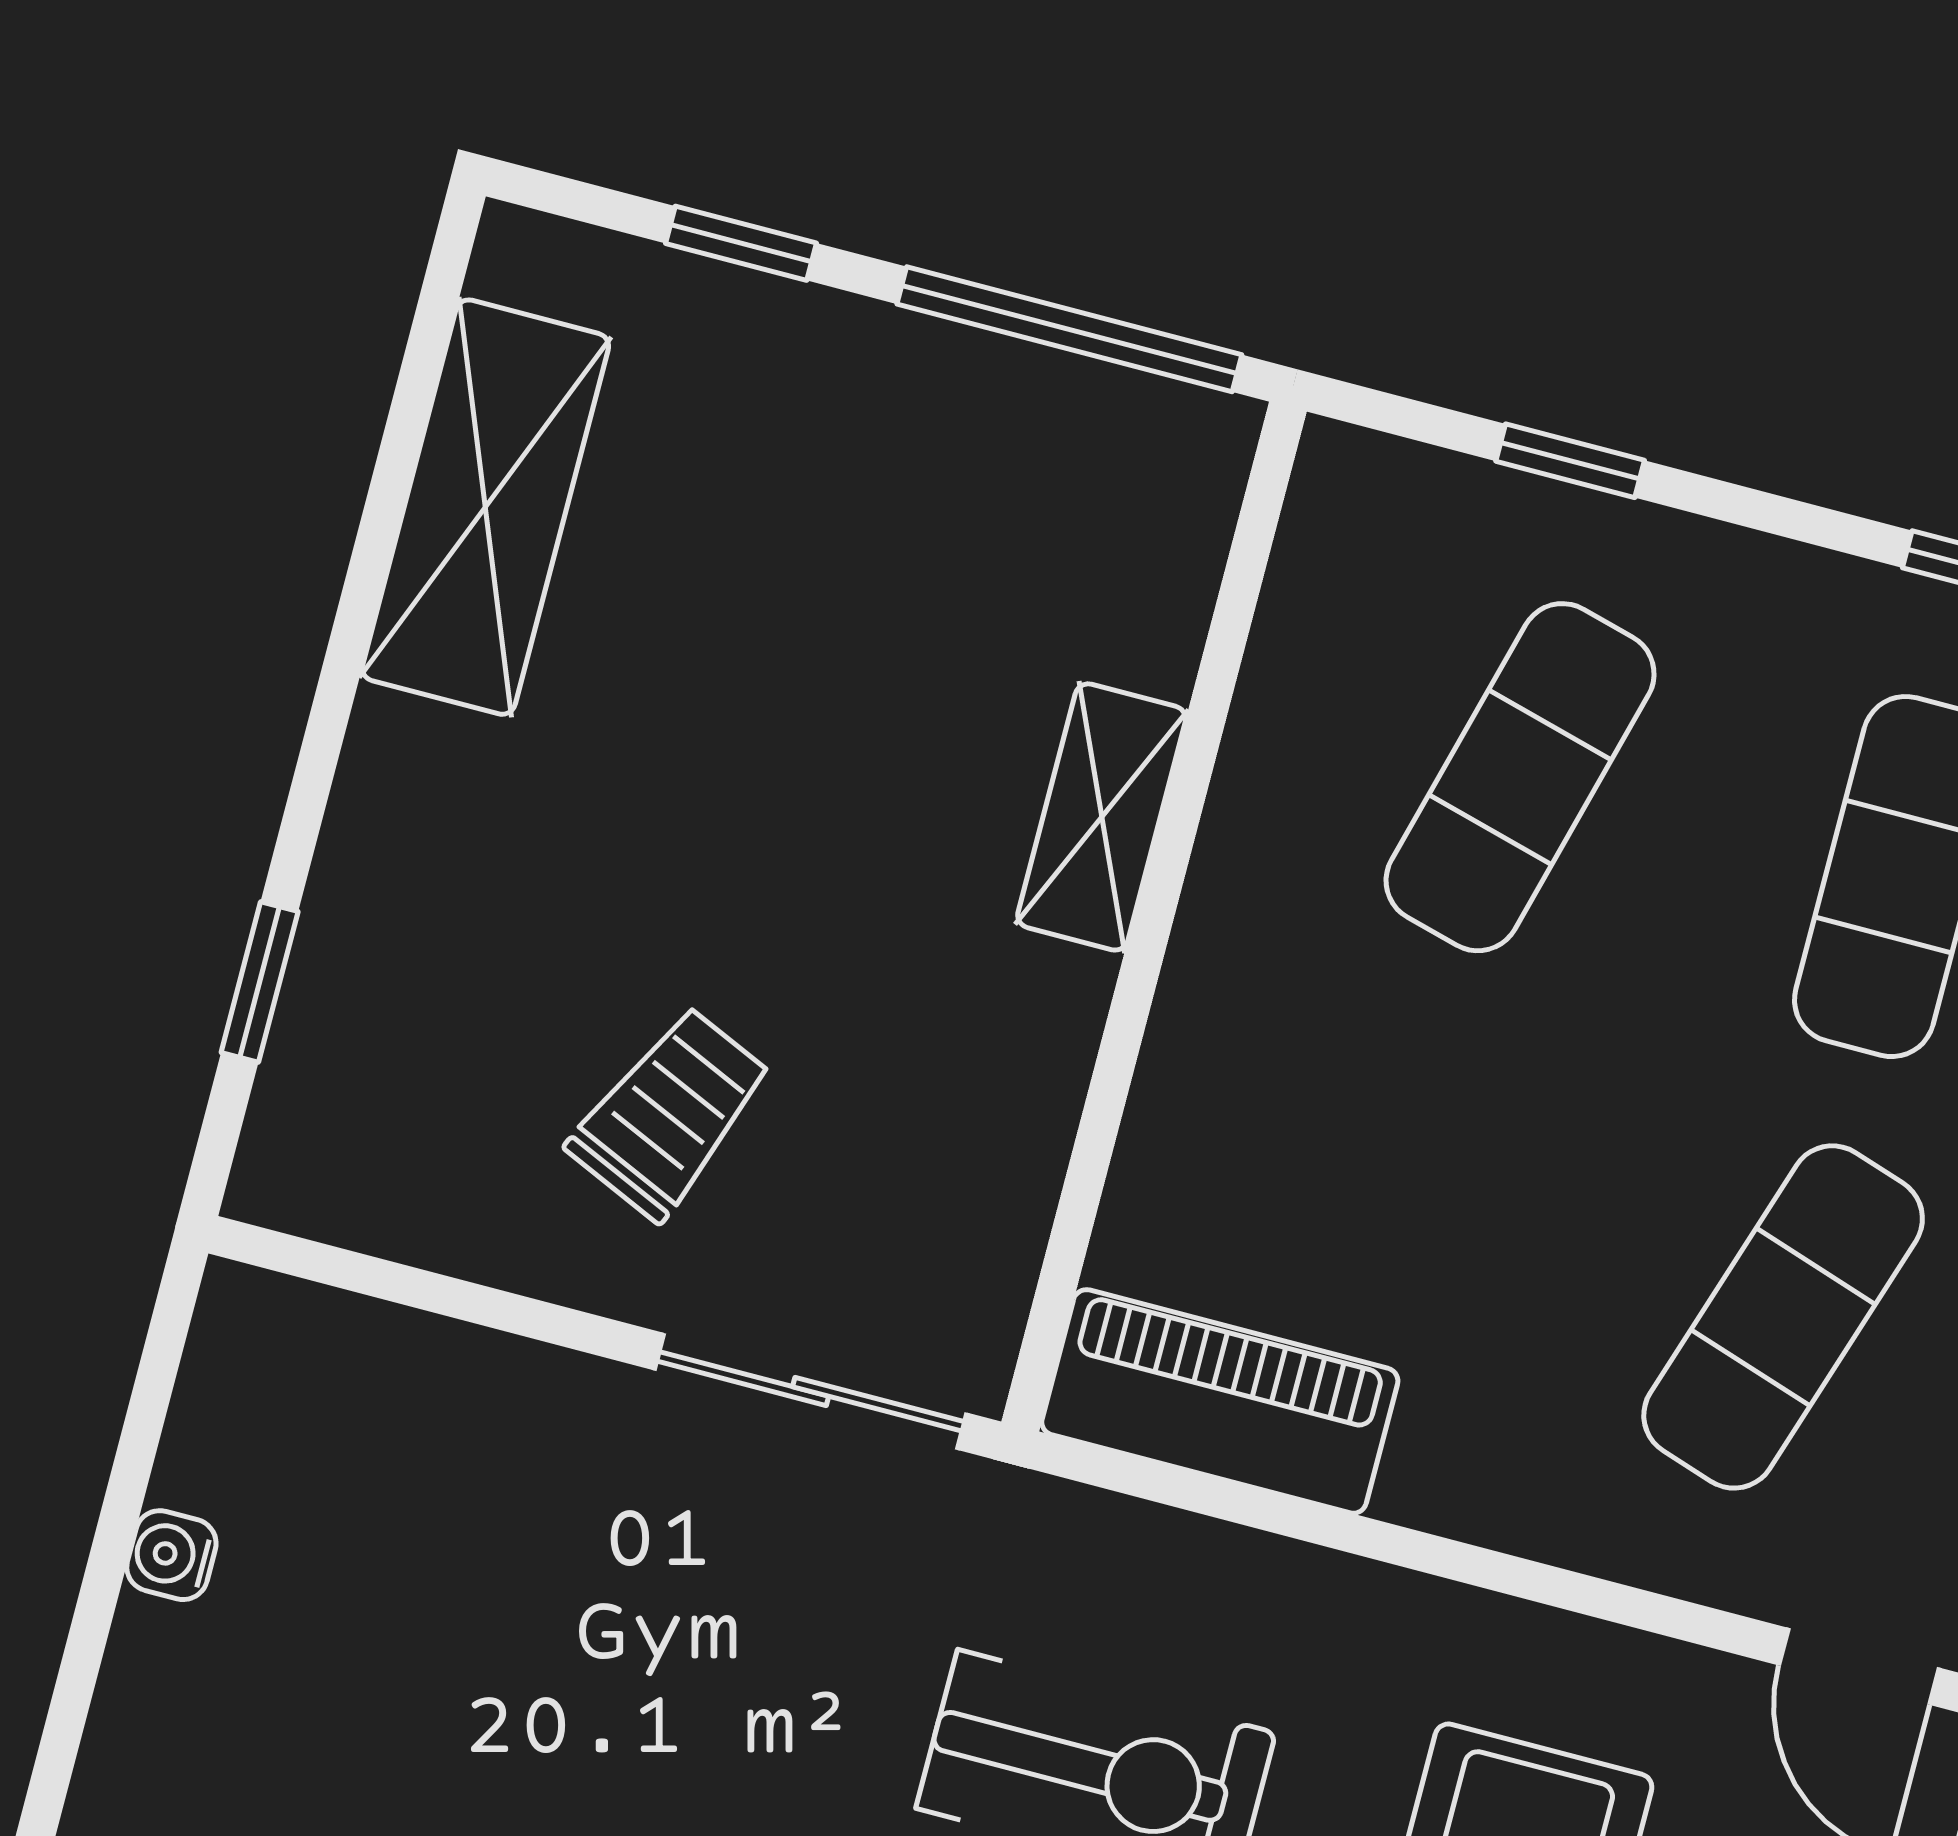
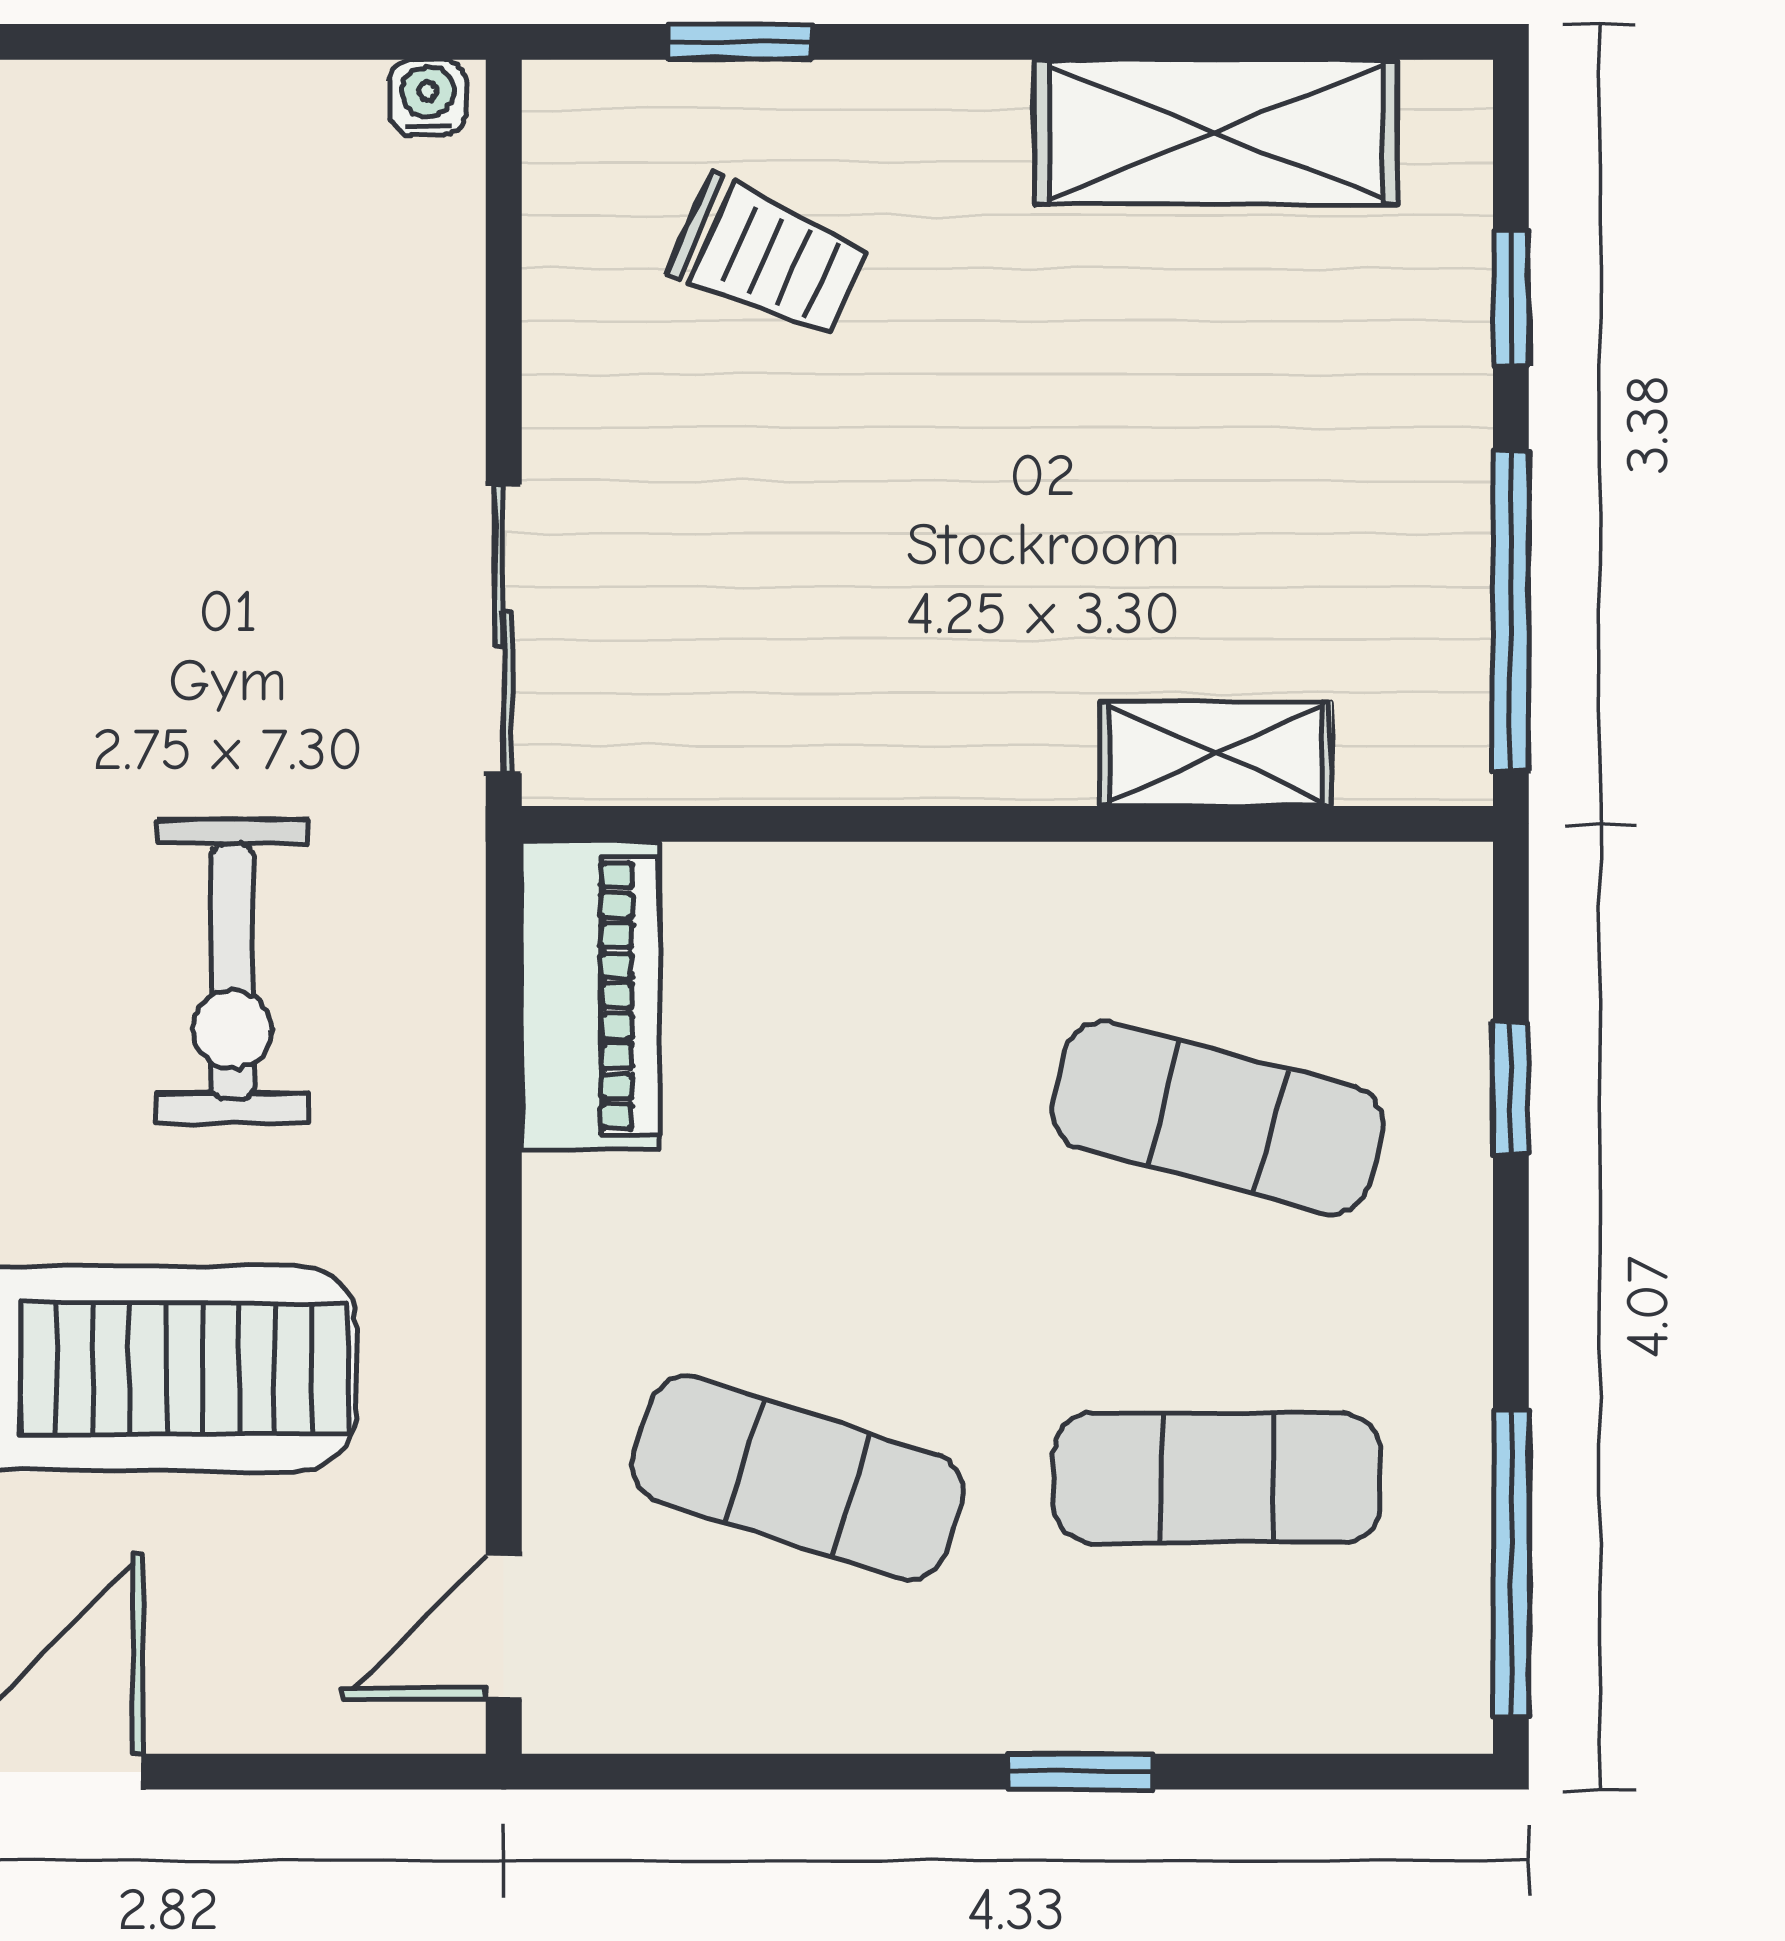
shelving: (1102, 817) -> (1216, 754), moved
trolley: (670, 1113) -> (769, 258), moved
water cooler: (171, 1555) -> (428, 97), moved

